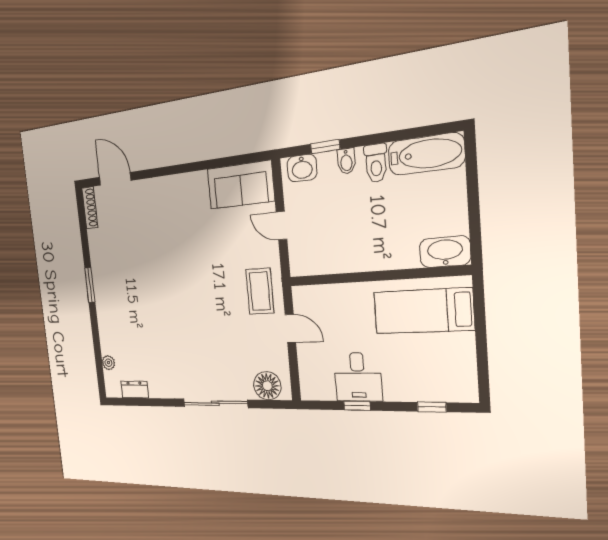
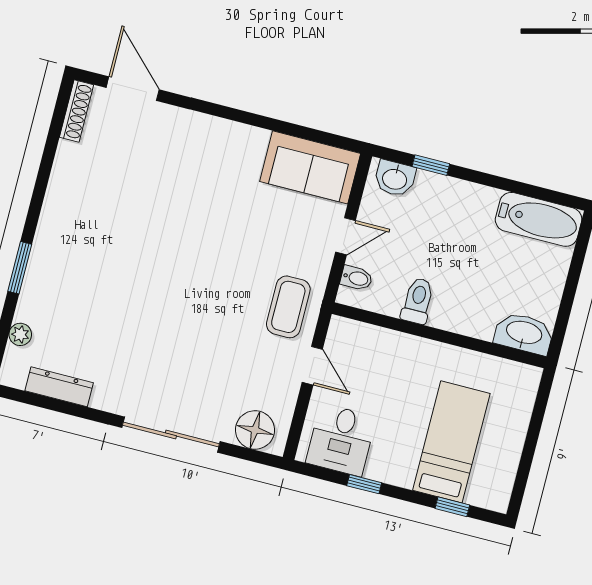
bidet: (346, 161) -> (356, 278), moved, turned -90
toilet: (376, 163) -> (418, 301), moved, turned 180
door: (282, 226) -> (345, 236), swing flipped
window: (90, 285) -> (20, 268), moved
bed: (423, 311) -> (451, 442), moved, turned 90
desk: (358, 377) -> (341, 440), moved
dresser: (135, 390) -> (59, 387), width x1.44

